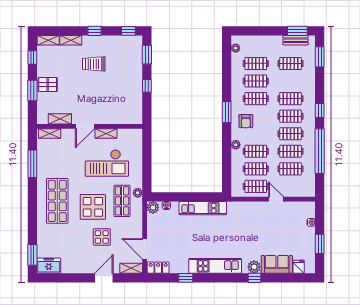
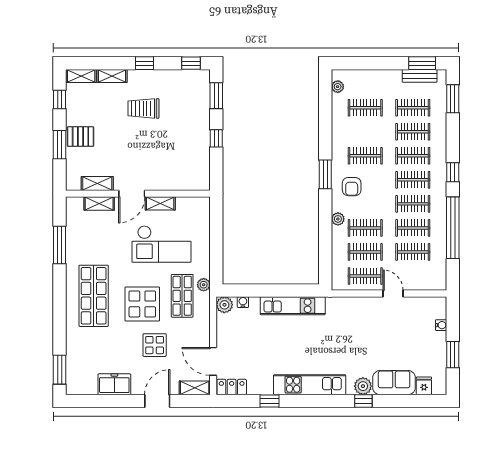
clothes rail: (256, 81) -> (413, 132), moved
shelving: (50, 133) -> (99, 204), moved
freezer: (49, 266) -> (114, 384), moved

